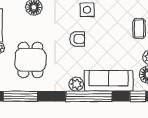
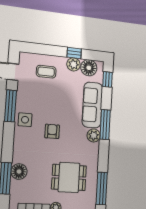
window: (89, 96) -> (105, 125), width x0.68

